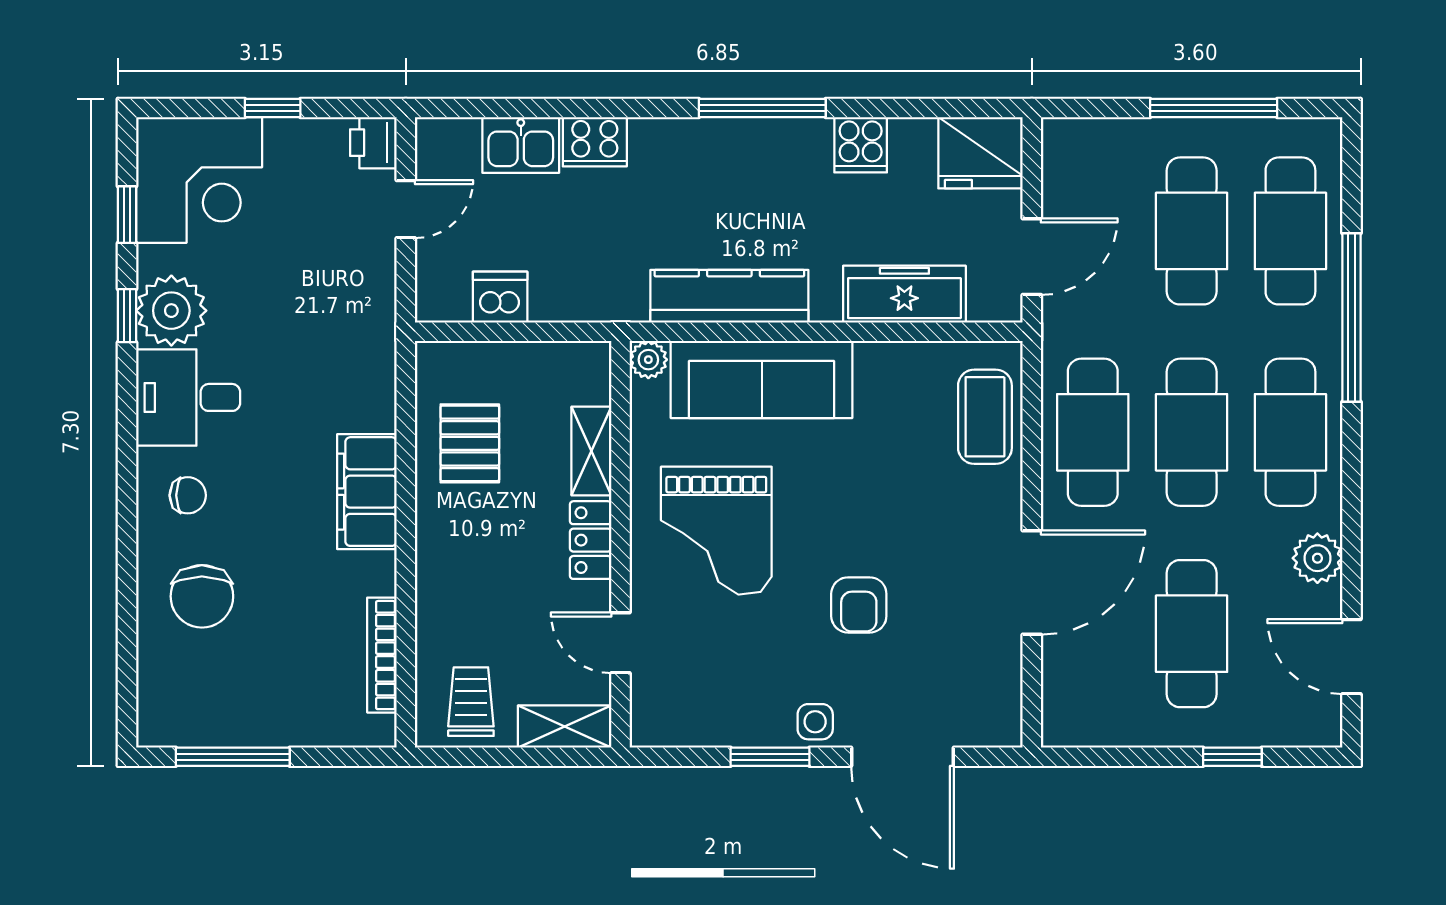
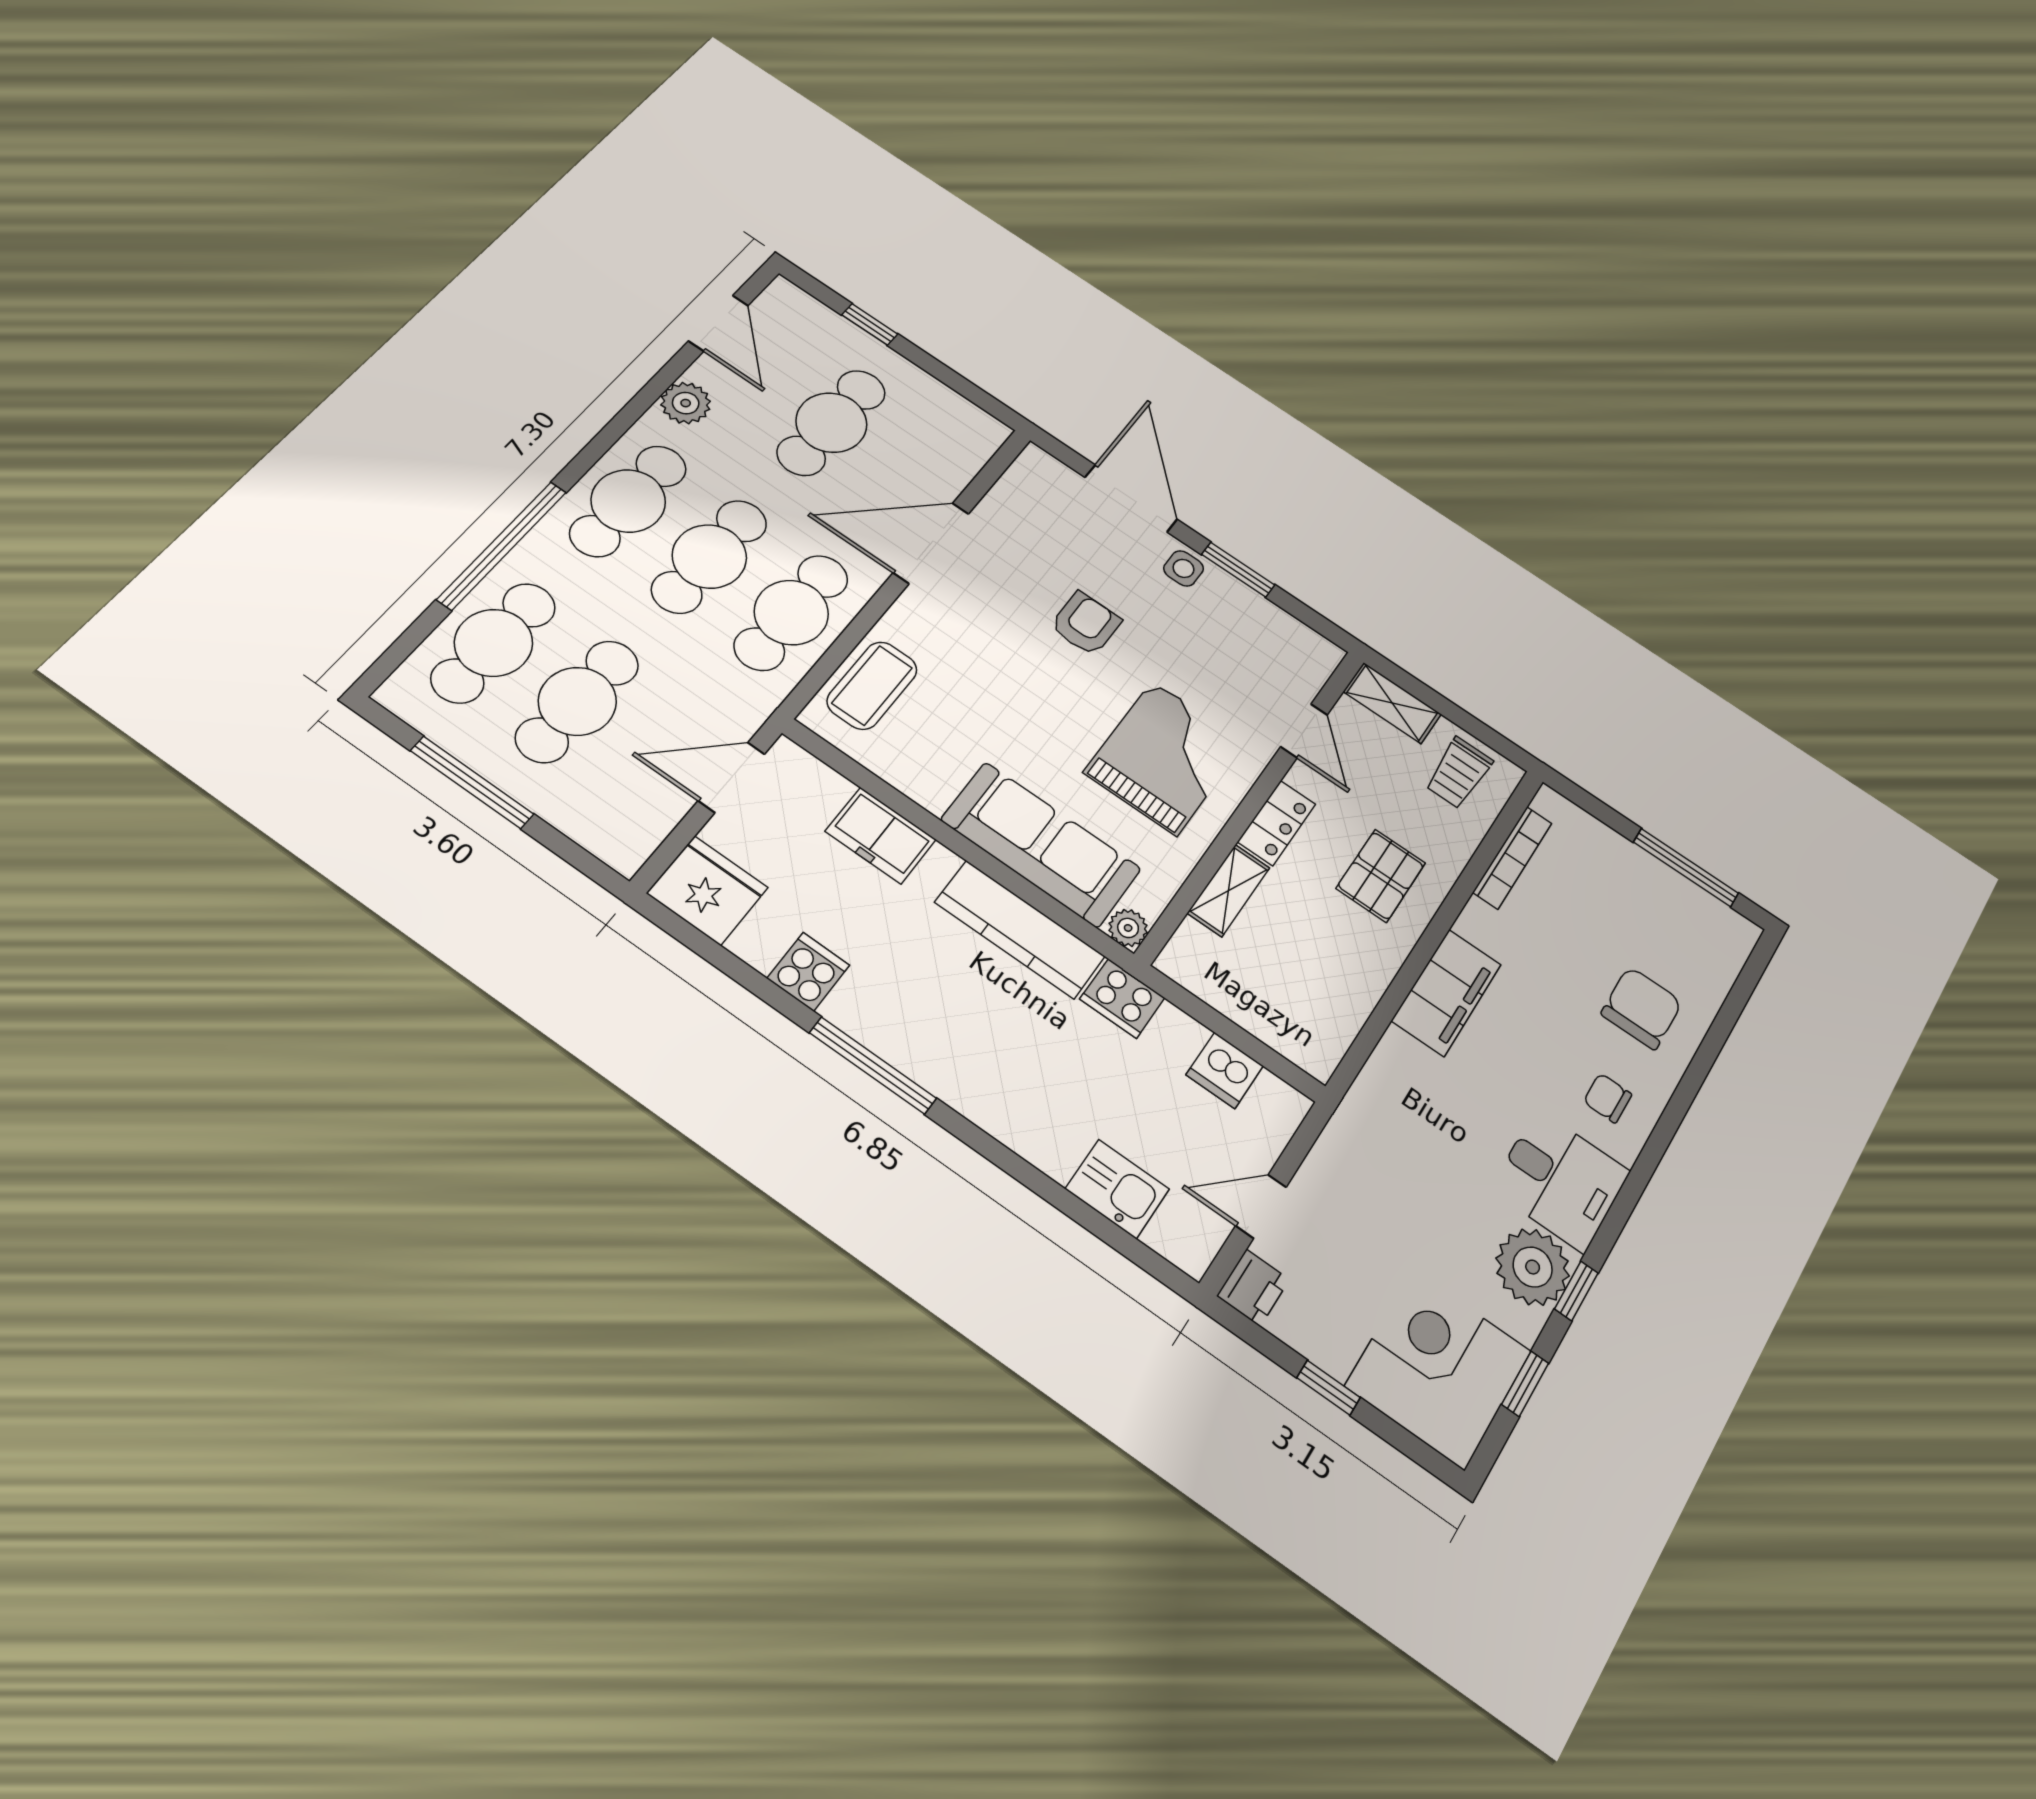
cooker: (595, 142) -> (1122, 998), moved, turned 180
freezer: (904, 294) -> (881, 835), width x0.71
pallet: (470, 443) -> (1381, 876), moved

